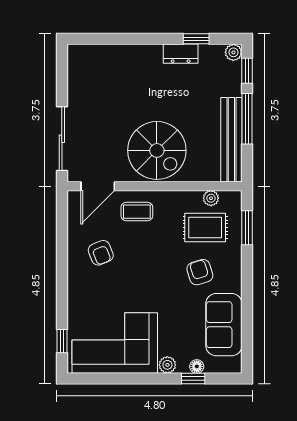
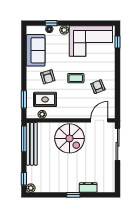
window: (196, 39) -> (73, 195), moved
dresser: (181, 54) -> (88, 187), moved
window: (247, 119) -> (24, 139), moved
spiral stairs: (157, 150) -> (70, 138), turned 180
coffee table: (137, 212) -> (76, 78), moved

